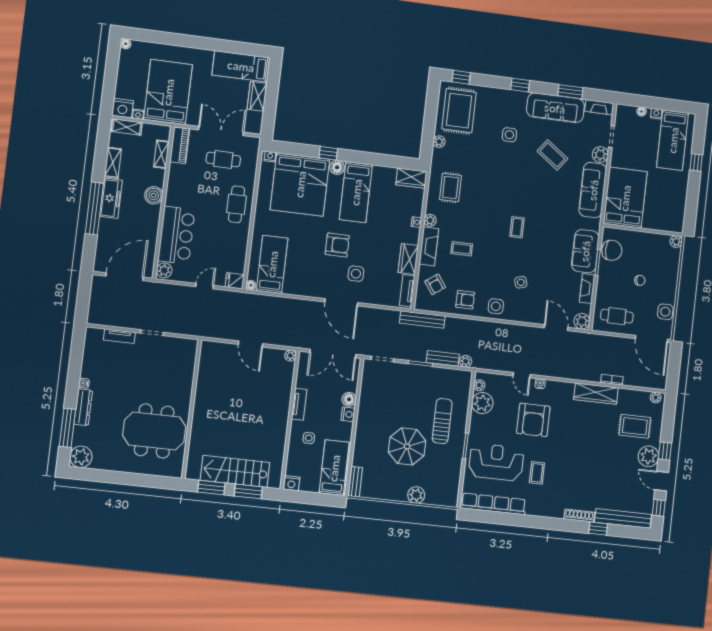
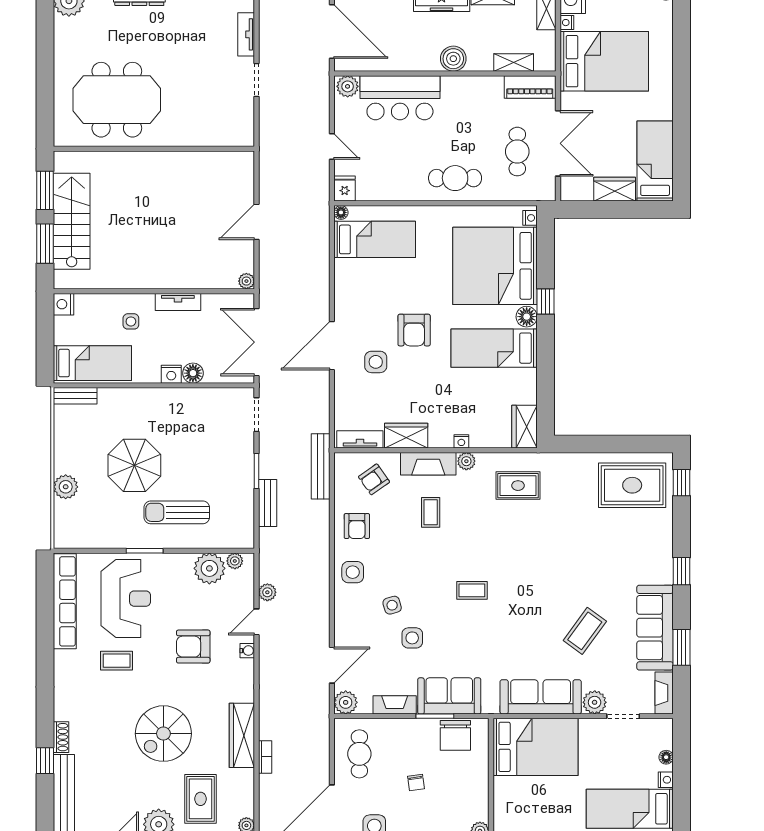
side table: (509, 135) -> (412, 638), moved
plant: (439, 142) -> (583, 461), removed
plant: (466, 361) -> (267, 592), moved
armchair: (533, 420) -> (193, 647), width x0.73, depth x0.73
sun lounger: (442, 421) -> (177, 512), turned 180
meeting table: (154, 431) -> (117, 100), turned 90
spiral stairs: (589, 447) -> (163, 734), added
shoe rack: (579, 516) -> (61, 737), width x0.70

